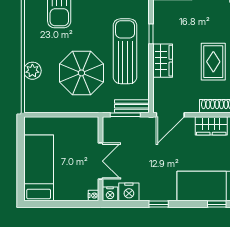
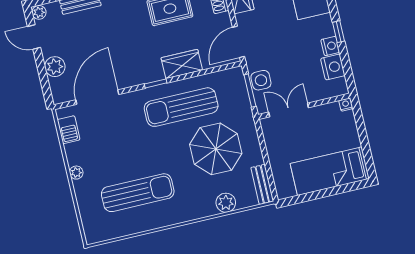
bench: (132, 106) -> (262, 184), moved
door: (170, 115) -> (238, 42), swing flipped
side table: (132, 126) -> (261, 80), added
double door: (101, 161) -> (289, 110), moved
nightstand: (110, 194) -> (330, 46), moved

